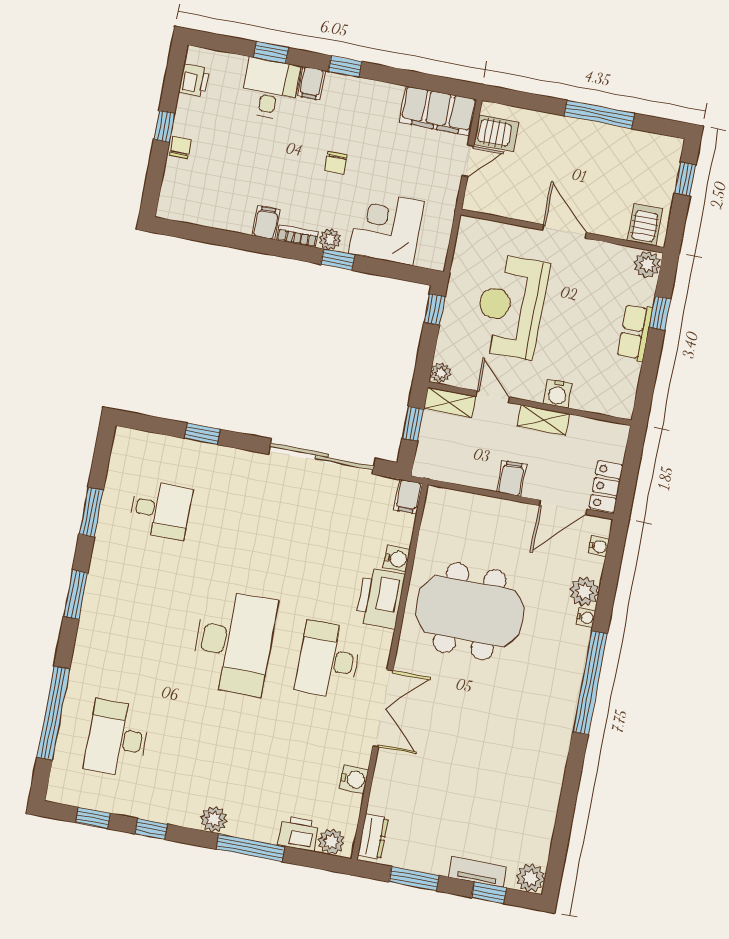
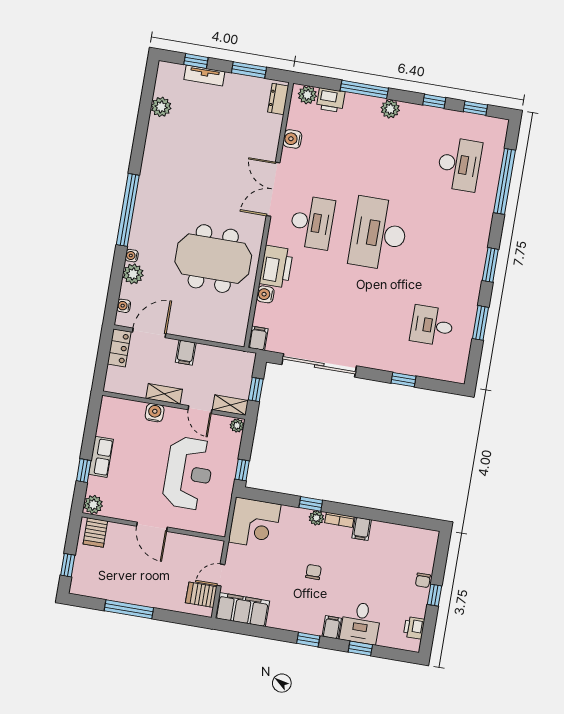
corner desk: (387, 228) -> (255, 523), moved
plant: (530, 878) -> (161, 107), moved

